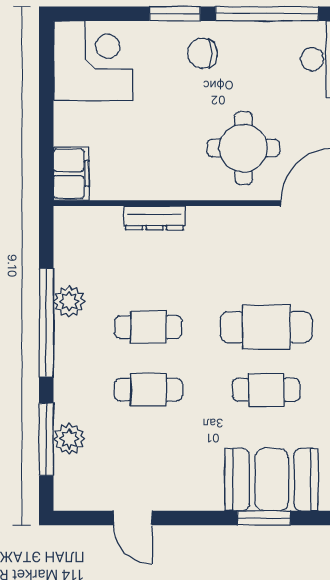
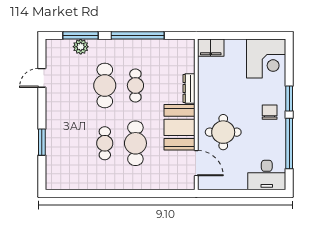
plant: (69, 301) -> (148, 47), removed
cafe table: (148, 390) -> (105, 85), width x1.37, depth x1.35
booth: (272, 480) -> (180, 127), moved

